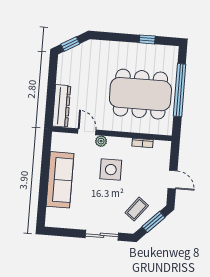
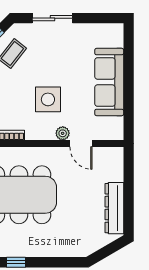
window: (70, 44) -> (110, 249), removed
dresser: (62, 106) -> (114, 208), moved

